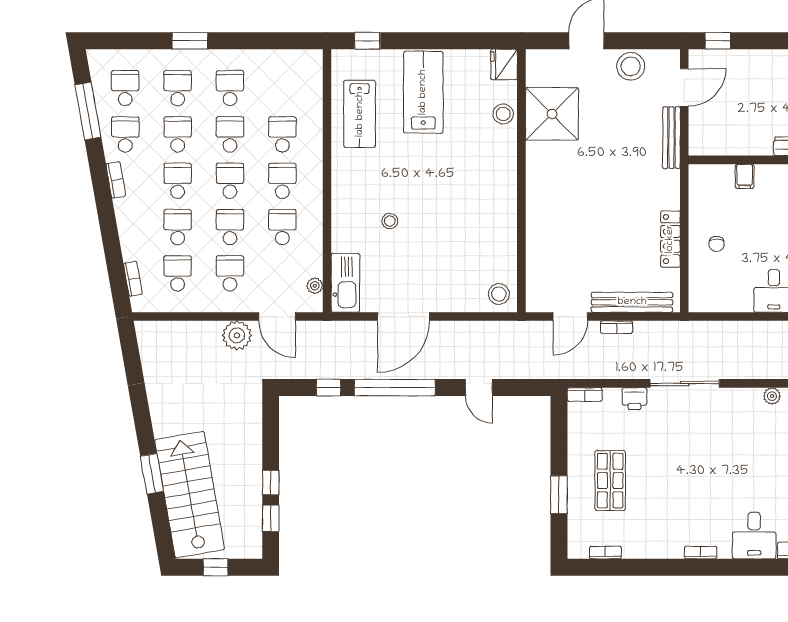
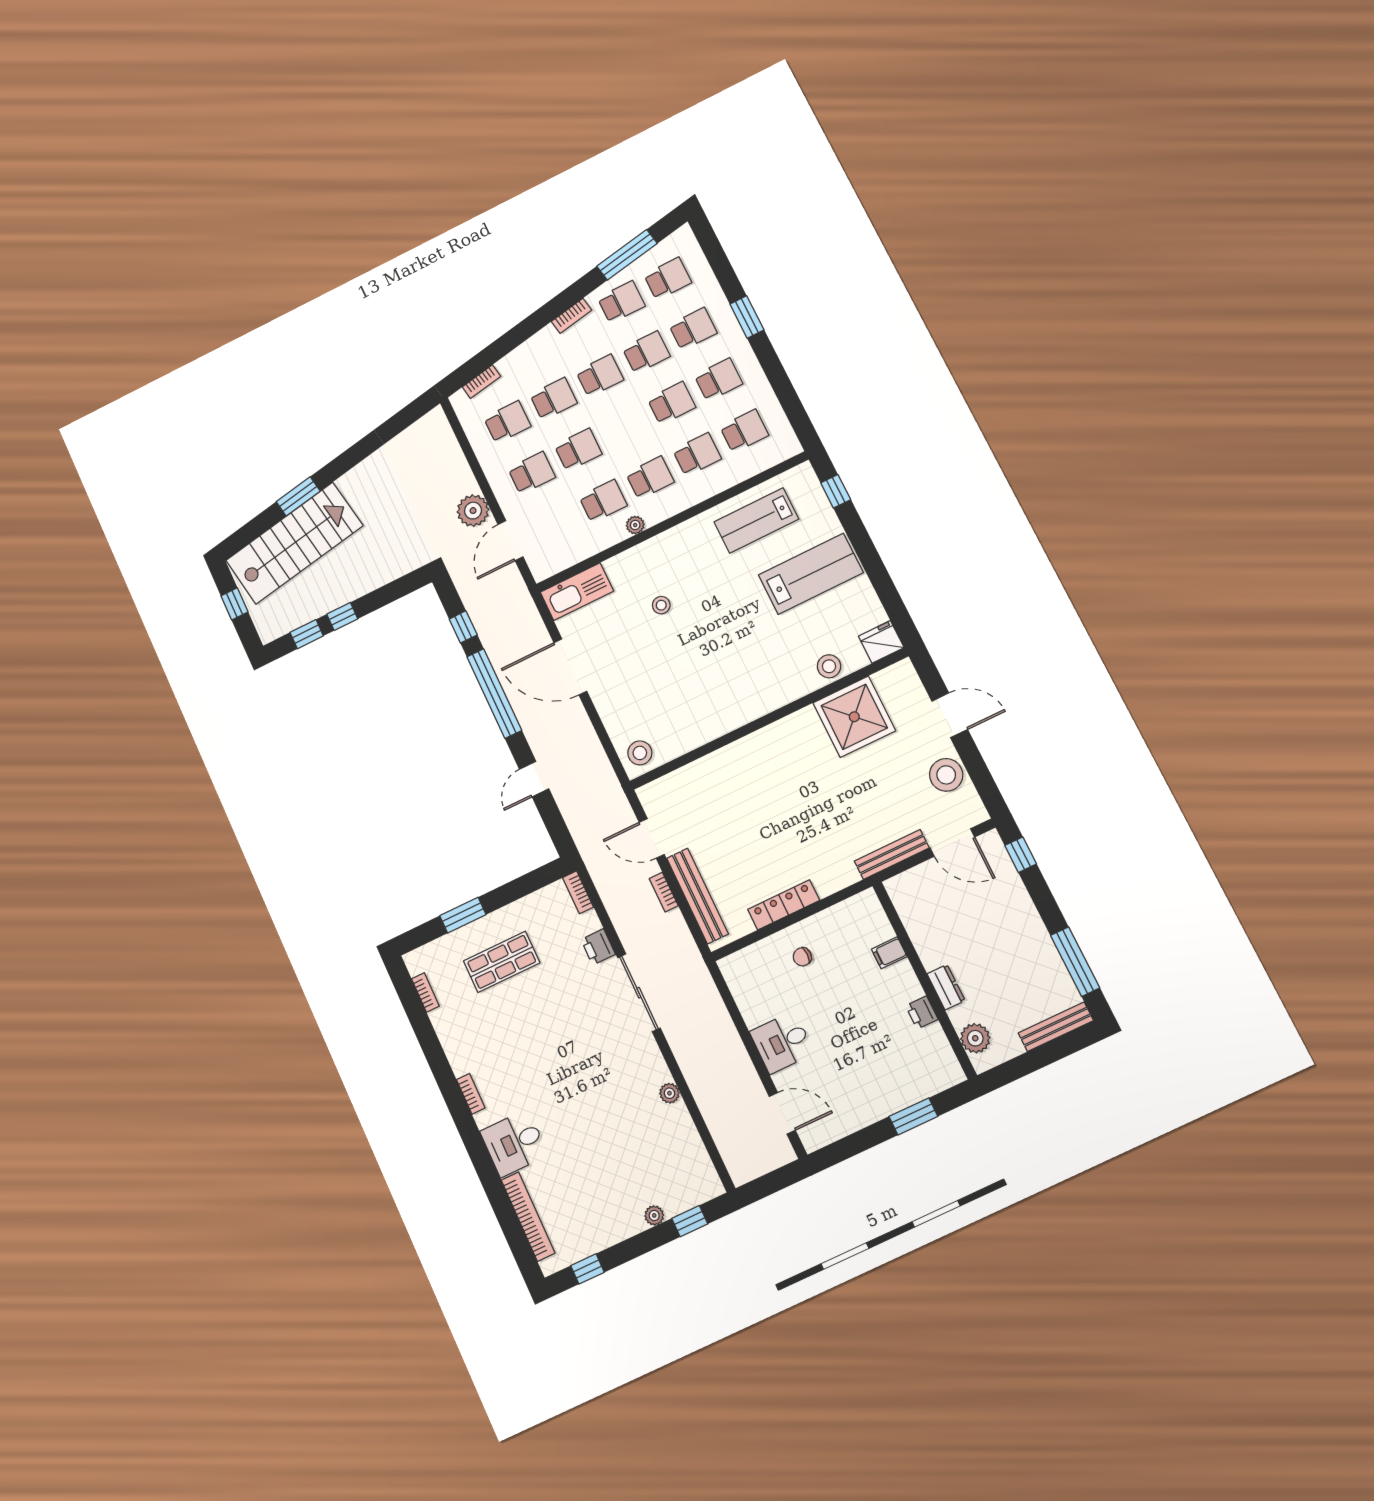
school desk: (230, 181) -> (744, 431), moved
plant: (315, 286) -> (635, 525), moved

